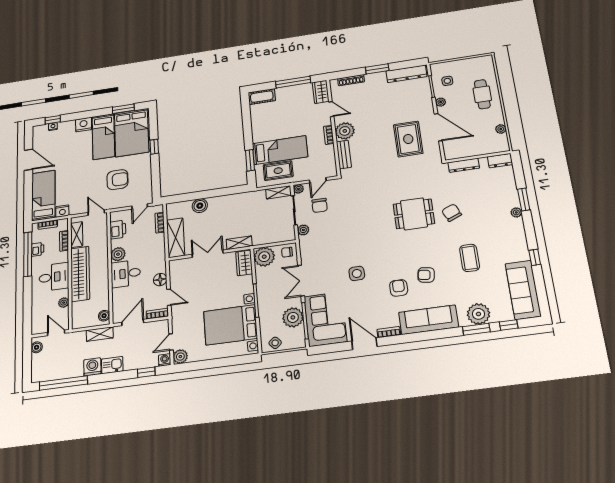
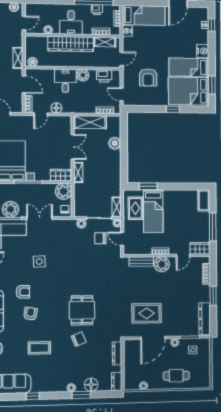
floor lamp: (509, 190) -> (91, 385), added

